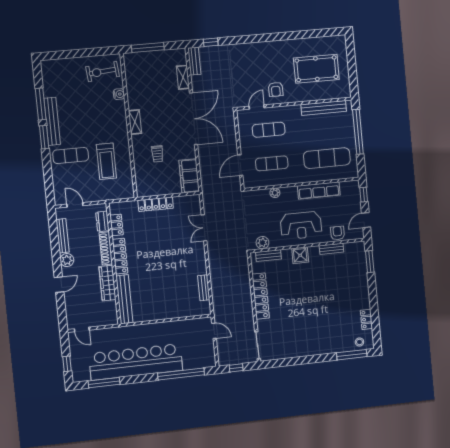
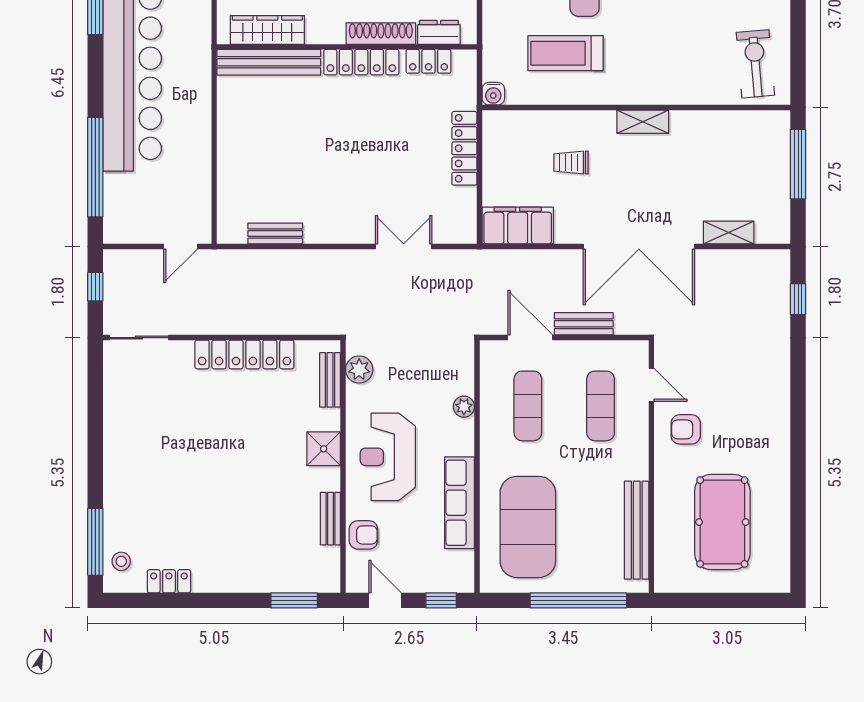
bench: (194, 61) -> (584, 324), moved
water cooler: (119, 94) -> (493, 94), moved
exercise mat: (327, 158) -> (528, 527), width x1.47
wardrobe: (107, 283) -> (267, 30), moved

